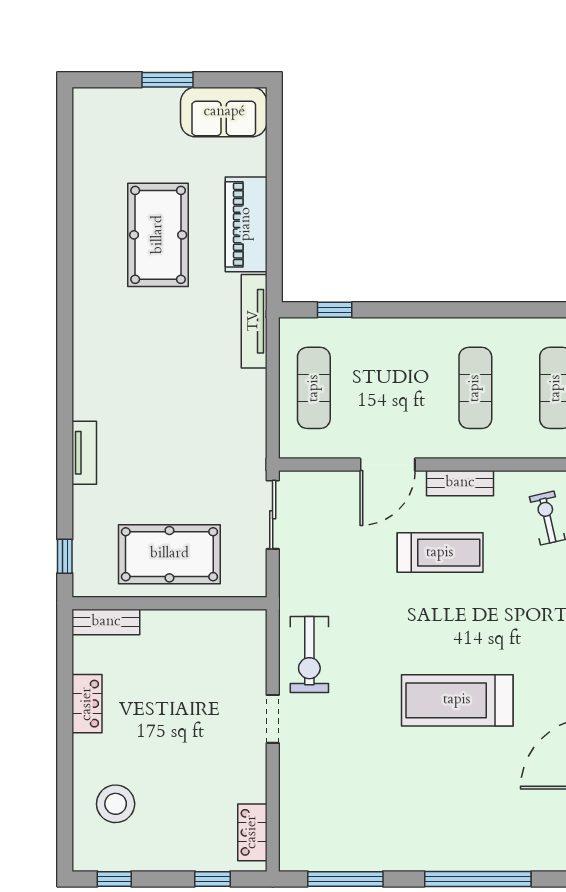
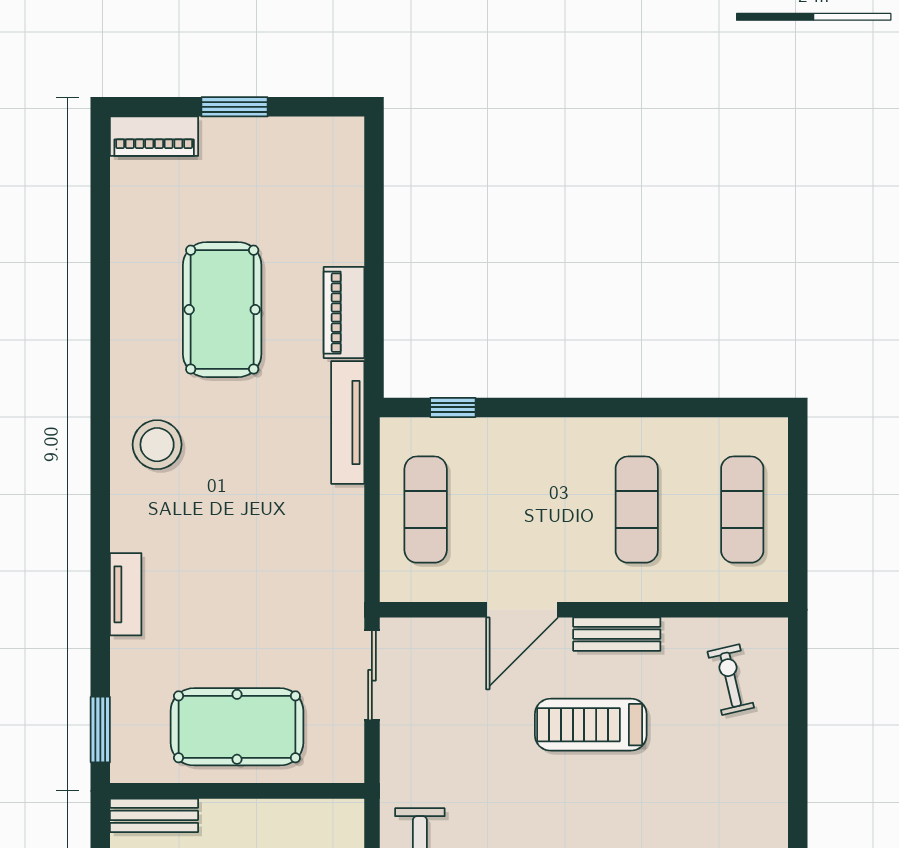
piano: (106, 102) -> (154, 136), added
sofa: (224, 112) -> (308, 149), removed
piano: (246, 224) -> (344, 313), width x0.73, depth x0.75
stool: (108, 338) -> (157, 445), added
treadmill: (440, 553) -> (591, 725), turned 180
window: (65, 556) -> (100, 730), width x1.50

